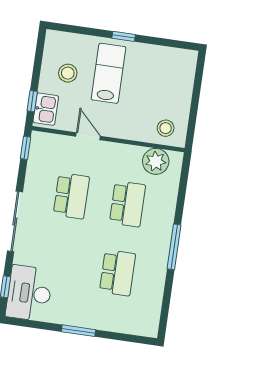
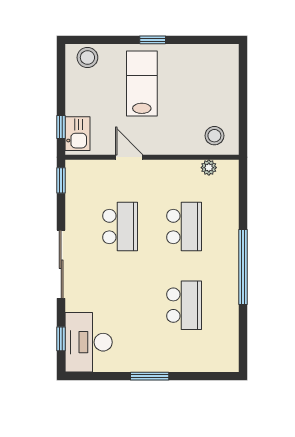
stool: (68, 73) -> (87, 57), moved
plant: (156, 161) -> (209, 168), width x0.53, depth x0.53
window: (174, 247) -> (243, 267), width x1.46

